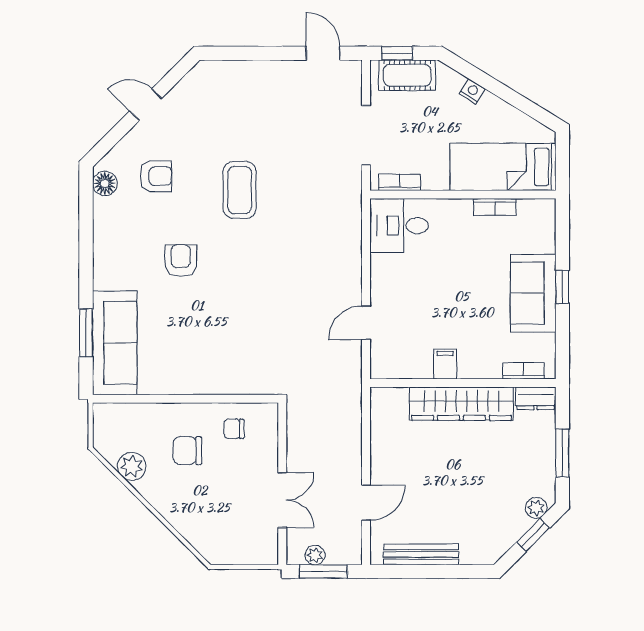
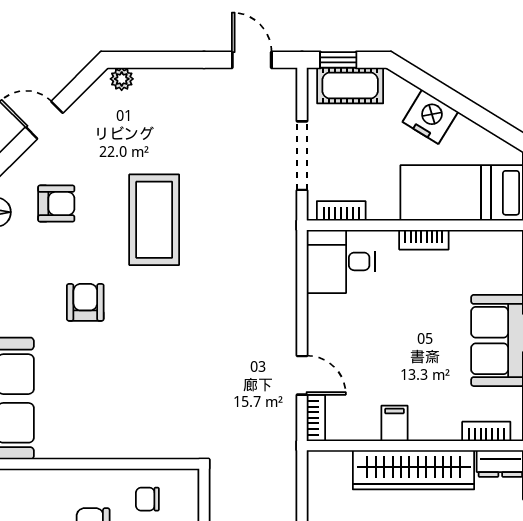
plant: (212, 70) -> (122, 79), added
nightstand: (472, 91) -> (430, 117), width x1.89, depth x1.79
coffee table: (240, 190) -> (154, 220), width x1.36, depth x1.32
bookcase: (495, 207) -> (424, 240), moved
door: (366, 323) -> (302, 375), swing flipped
bookcase: (378, 359) -> (316, 418), added

